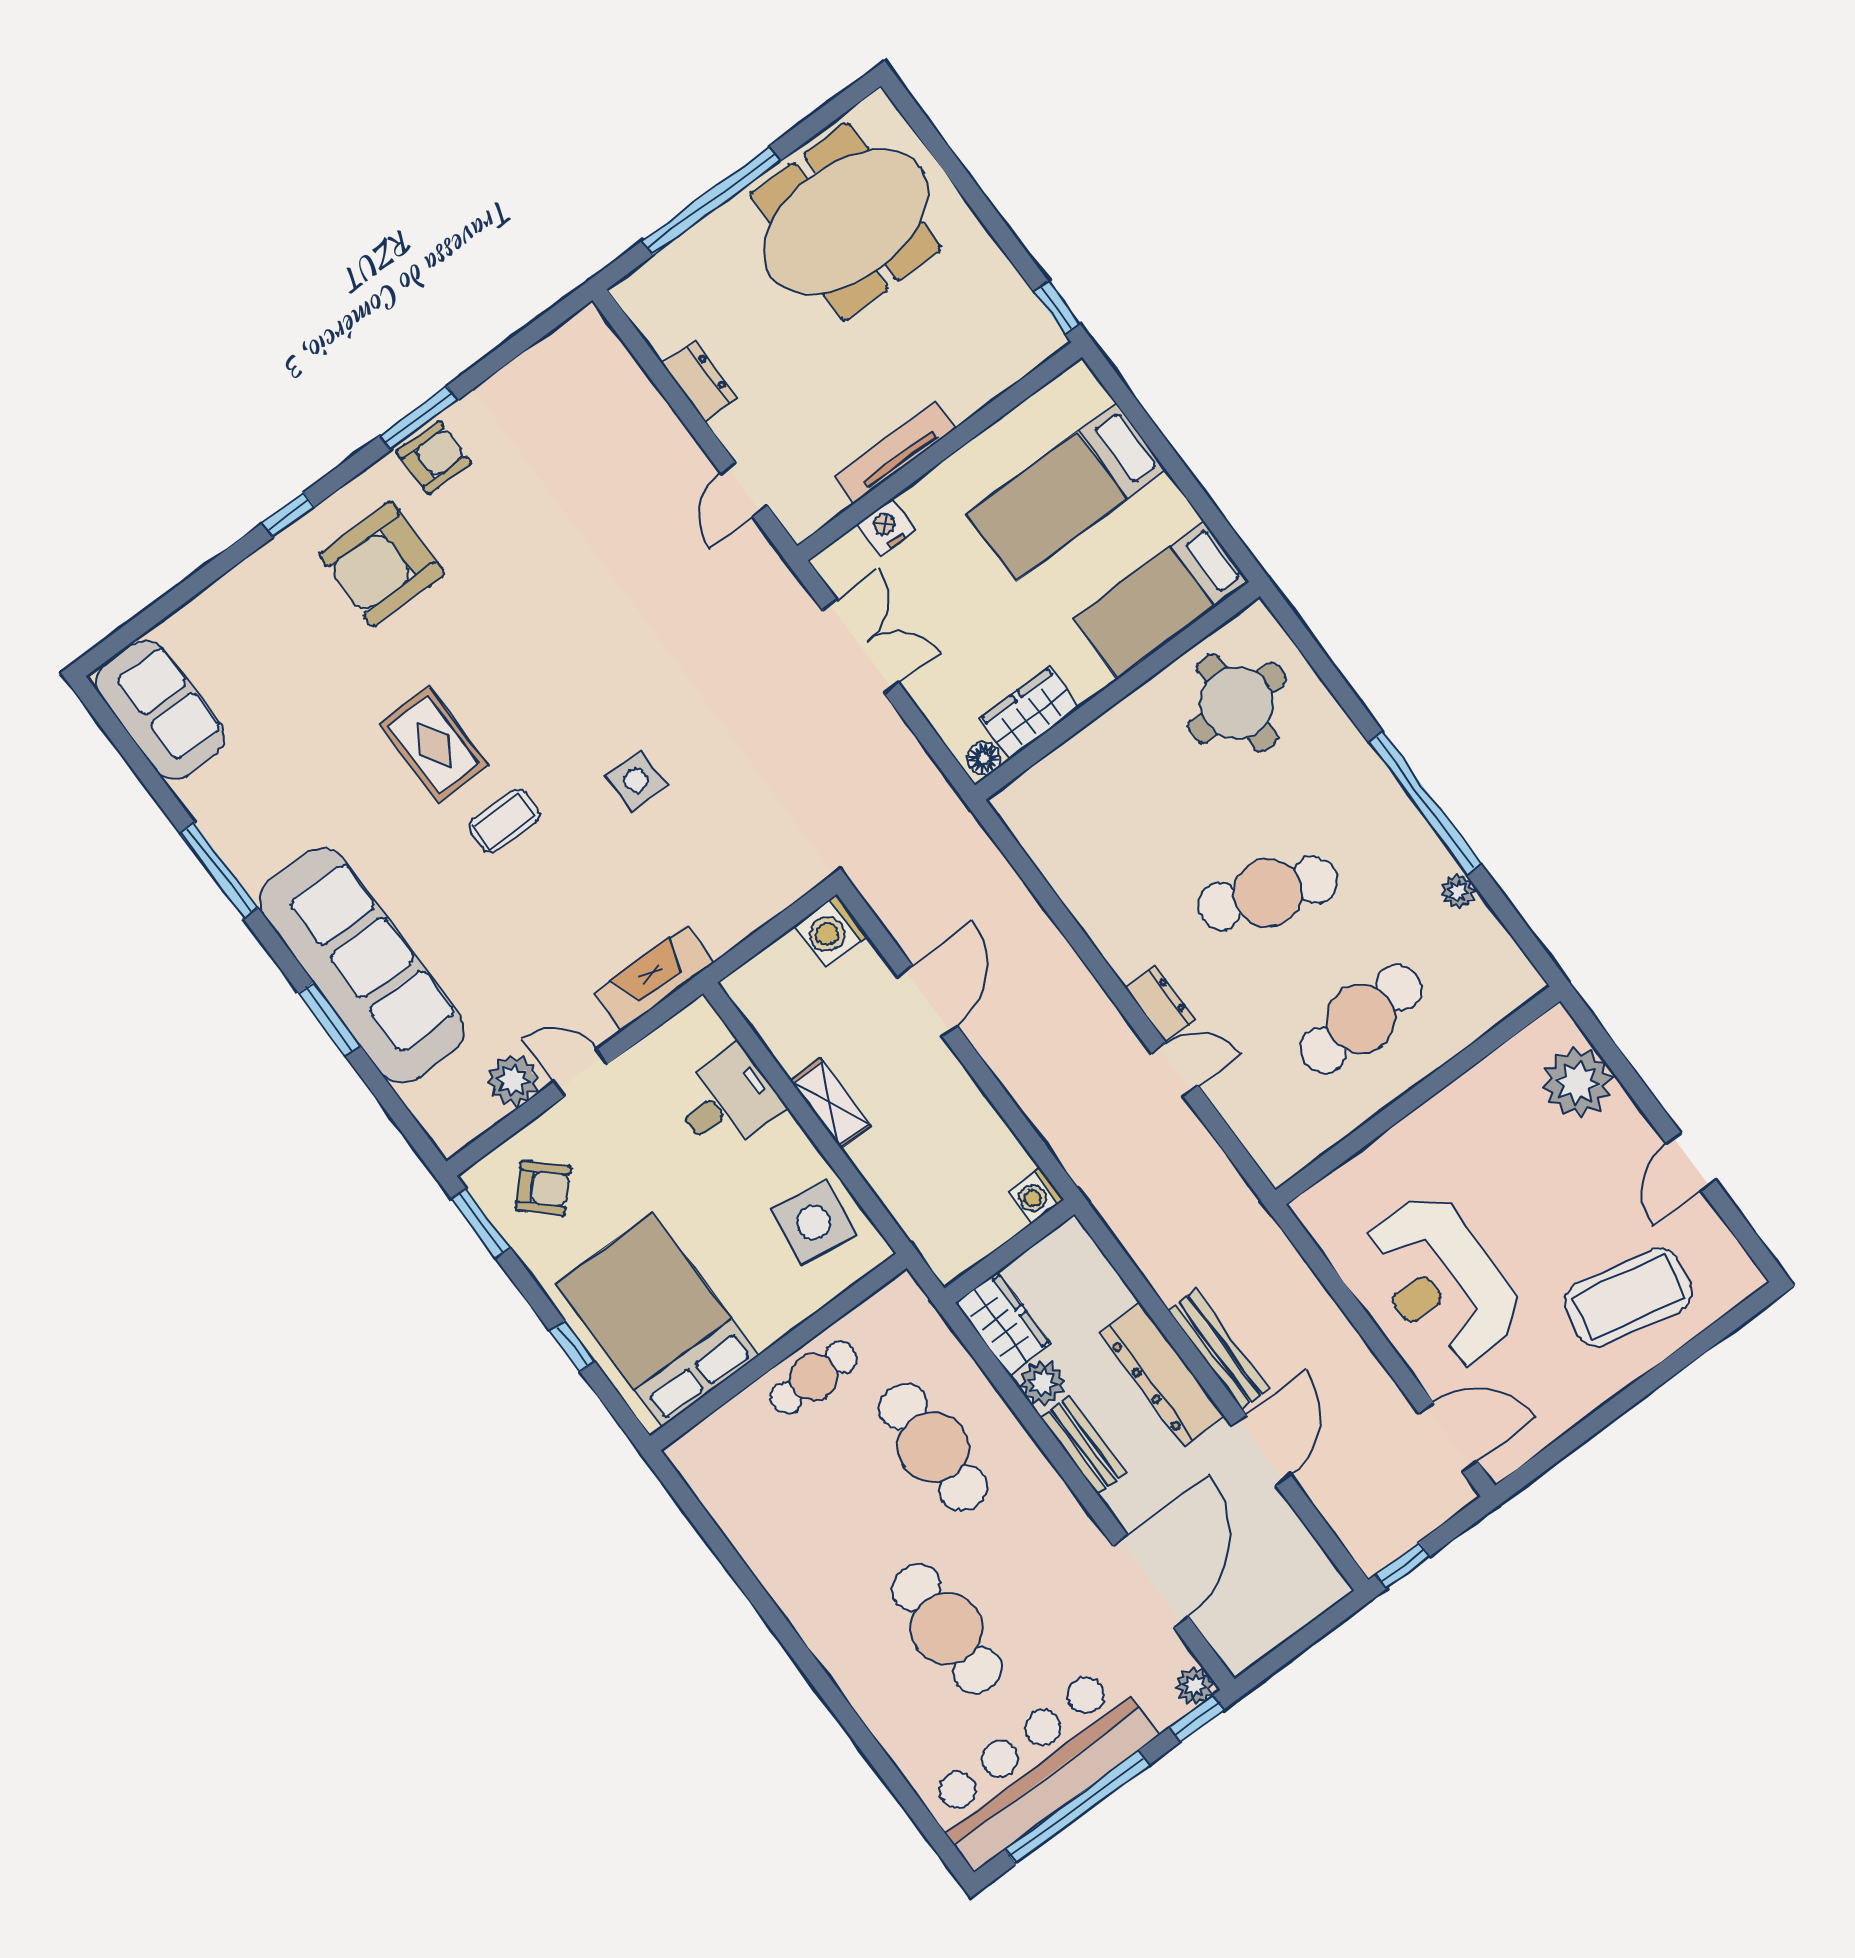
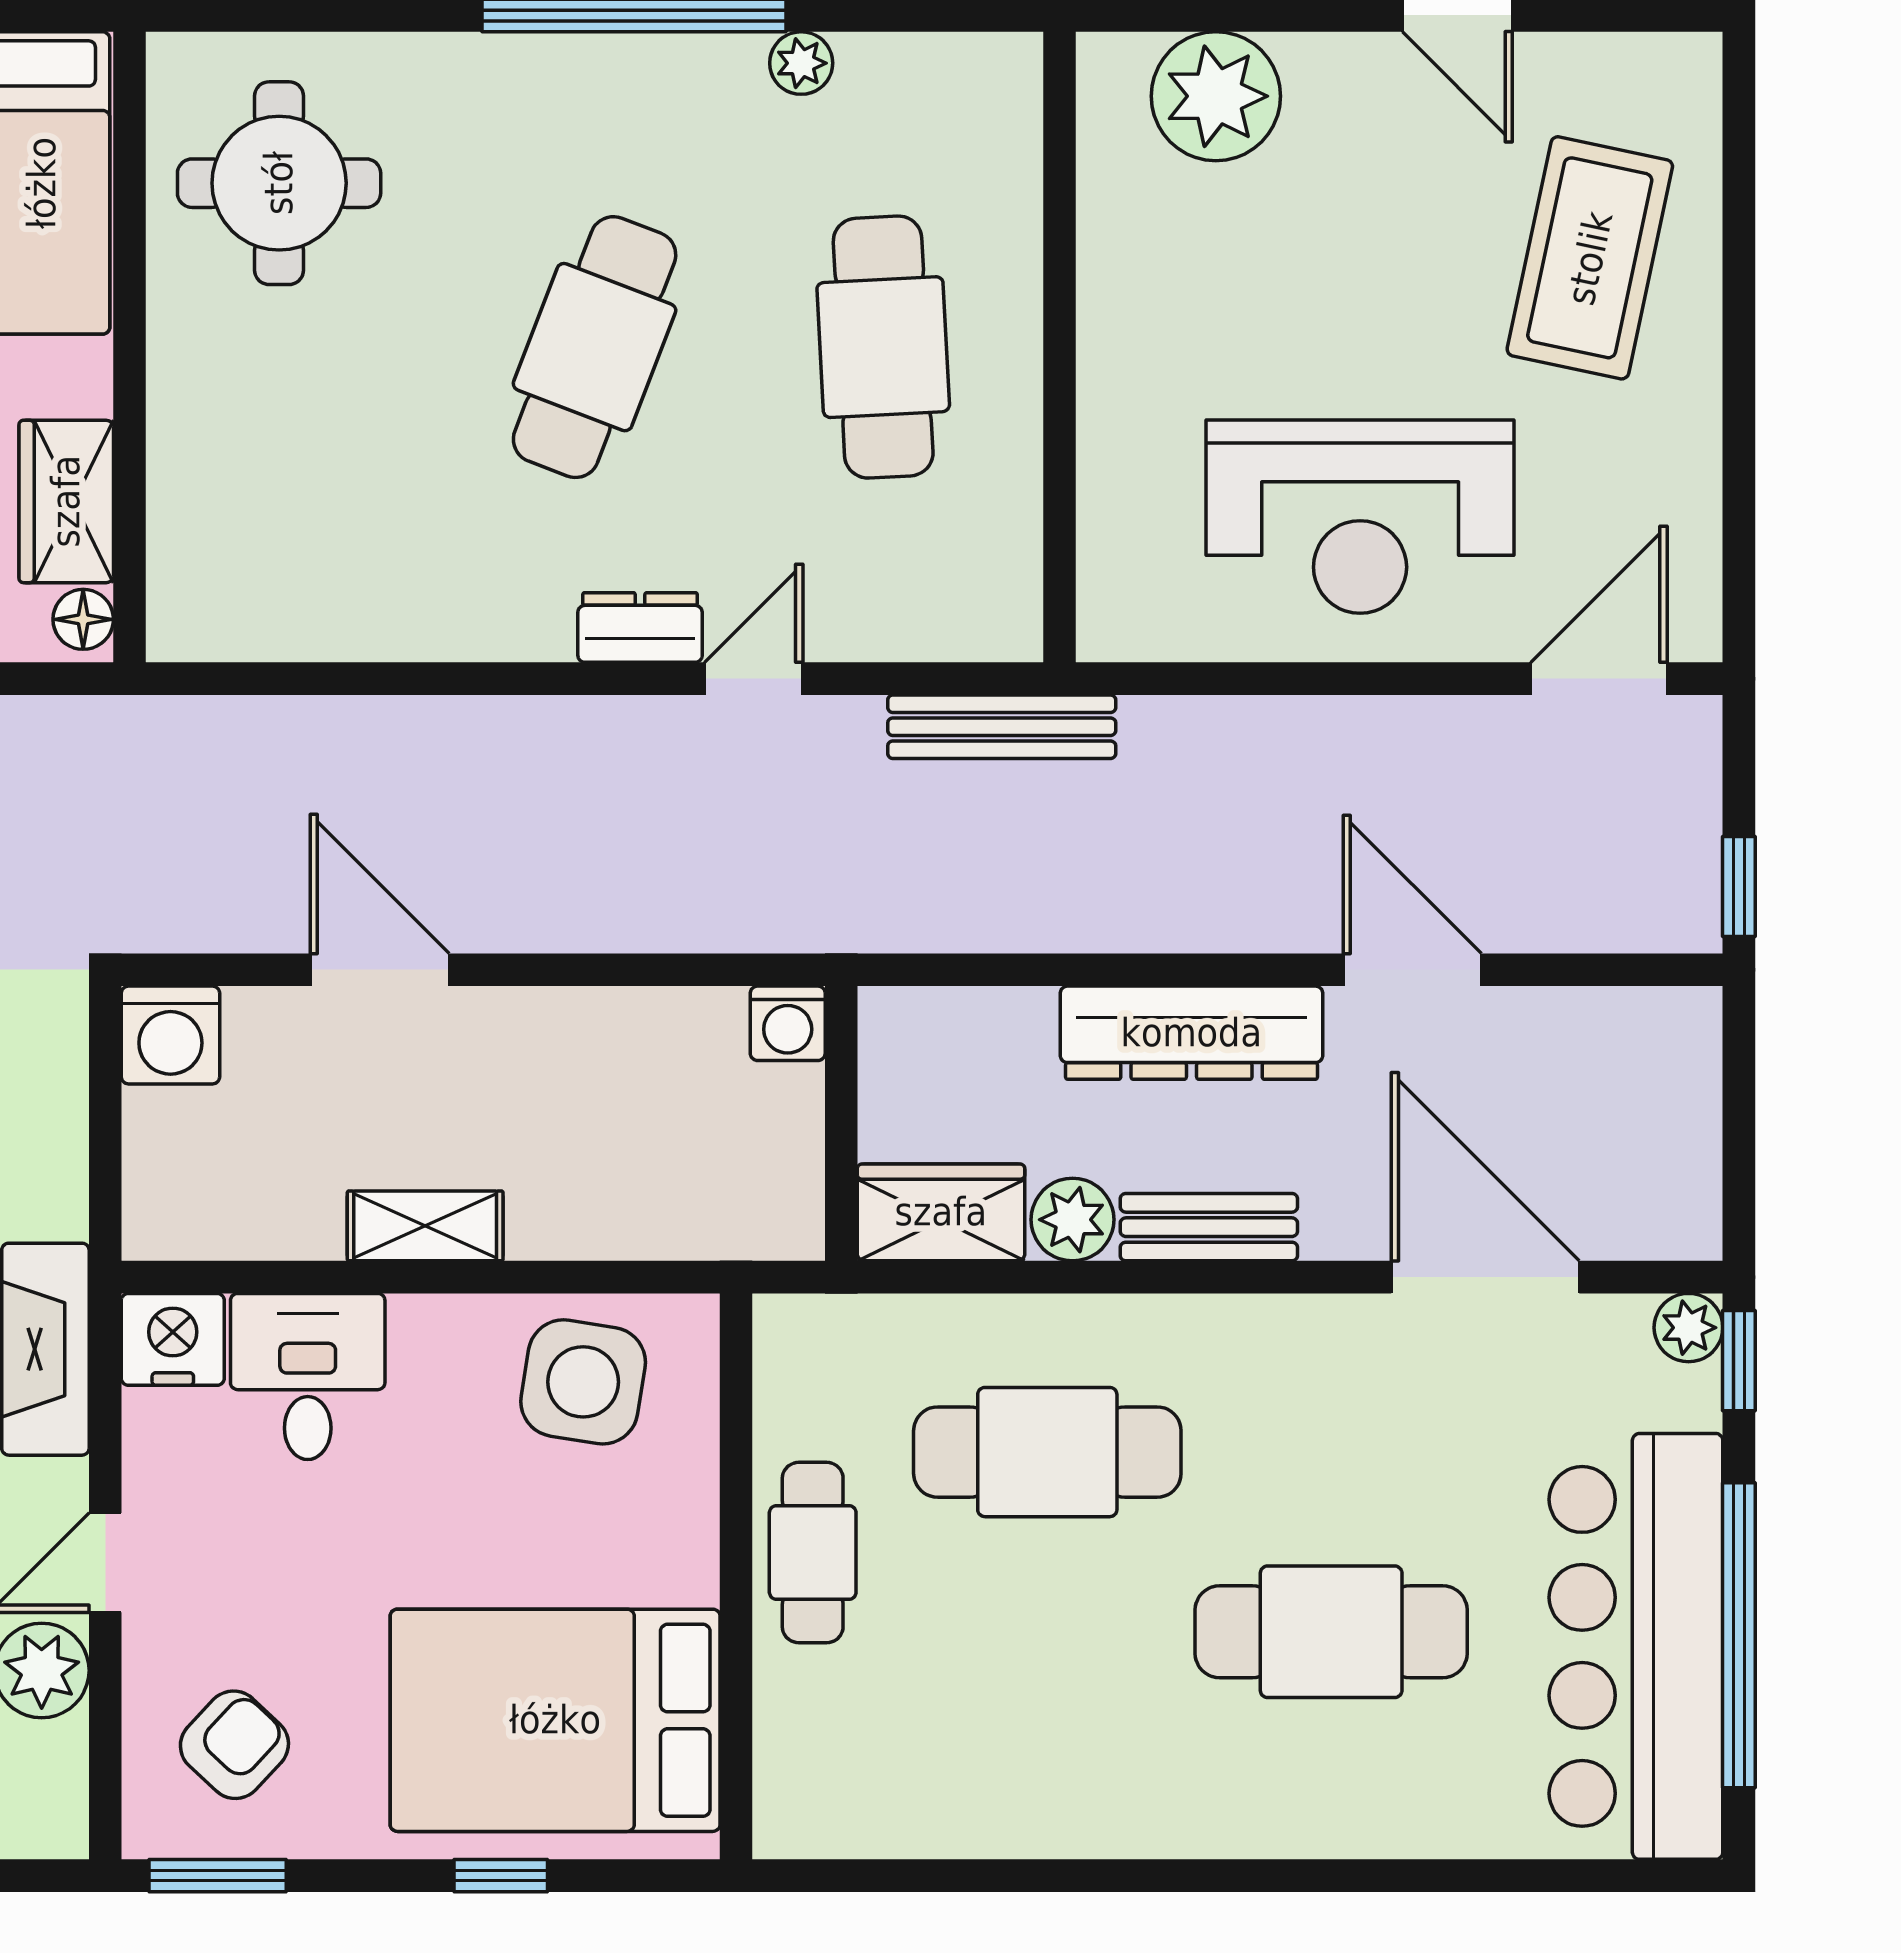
nightstand: (700, 1030) -> (173, 1339), added
bench: (1219, 1350) -> (1002, 727), moved

